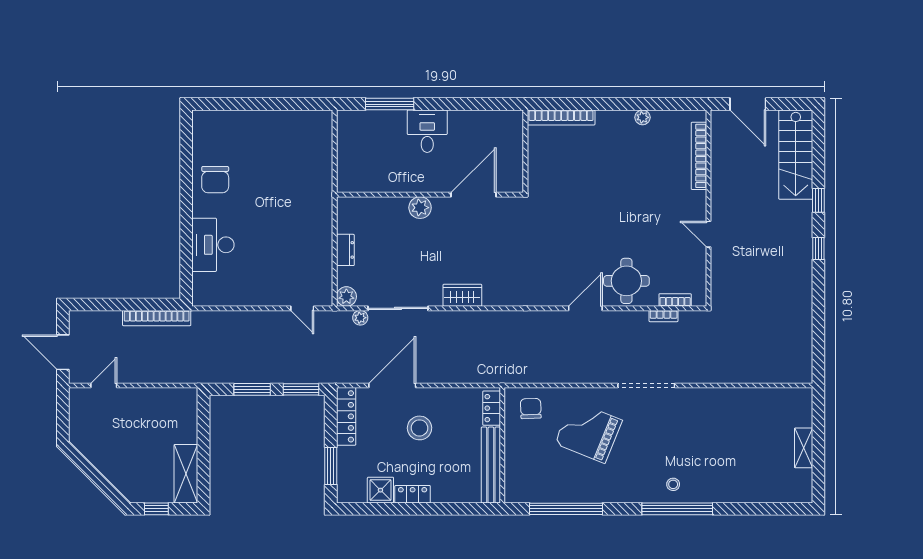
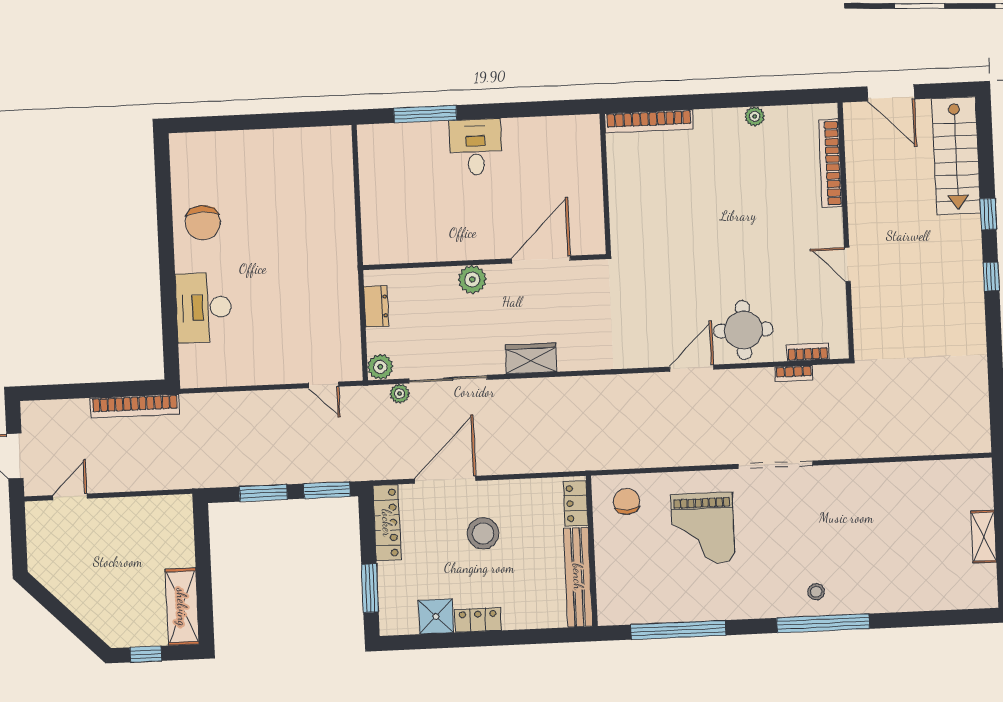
wall: (430, 195) -> (484, 262), moved
door: (473, 195) -> (541, 259), moved
plant: (420, 208) -> (472, 279), moved
grand piano: (588, 432) -> (703, 528), turned -112

